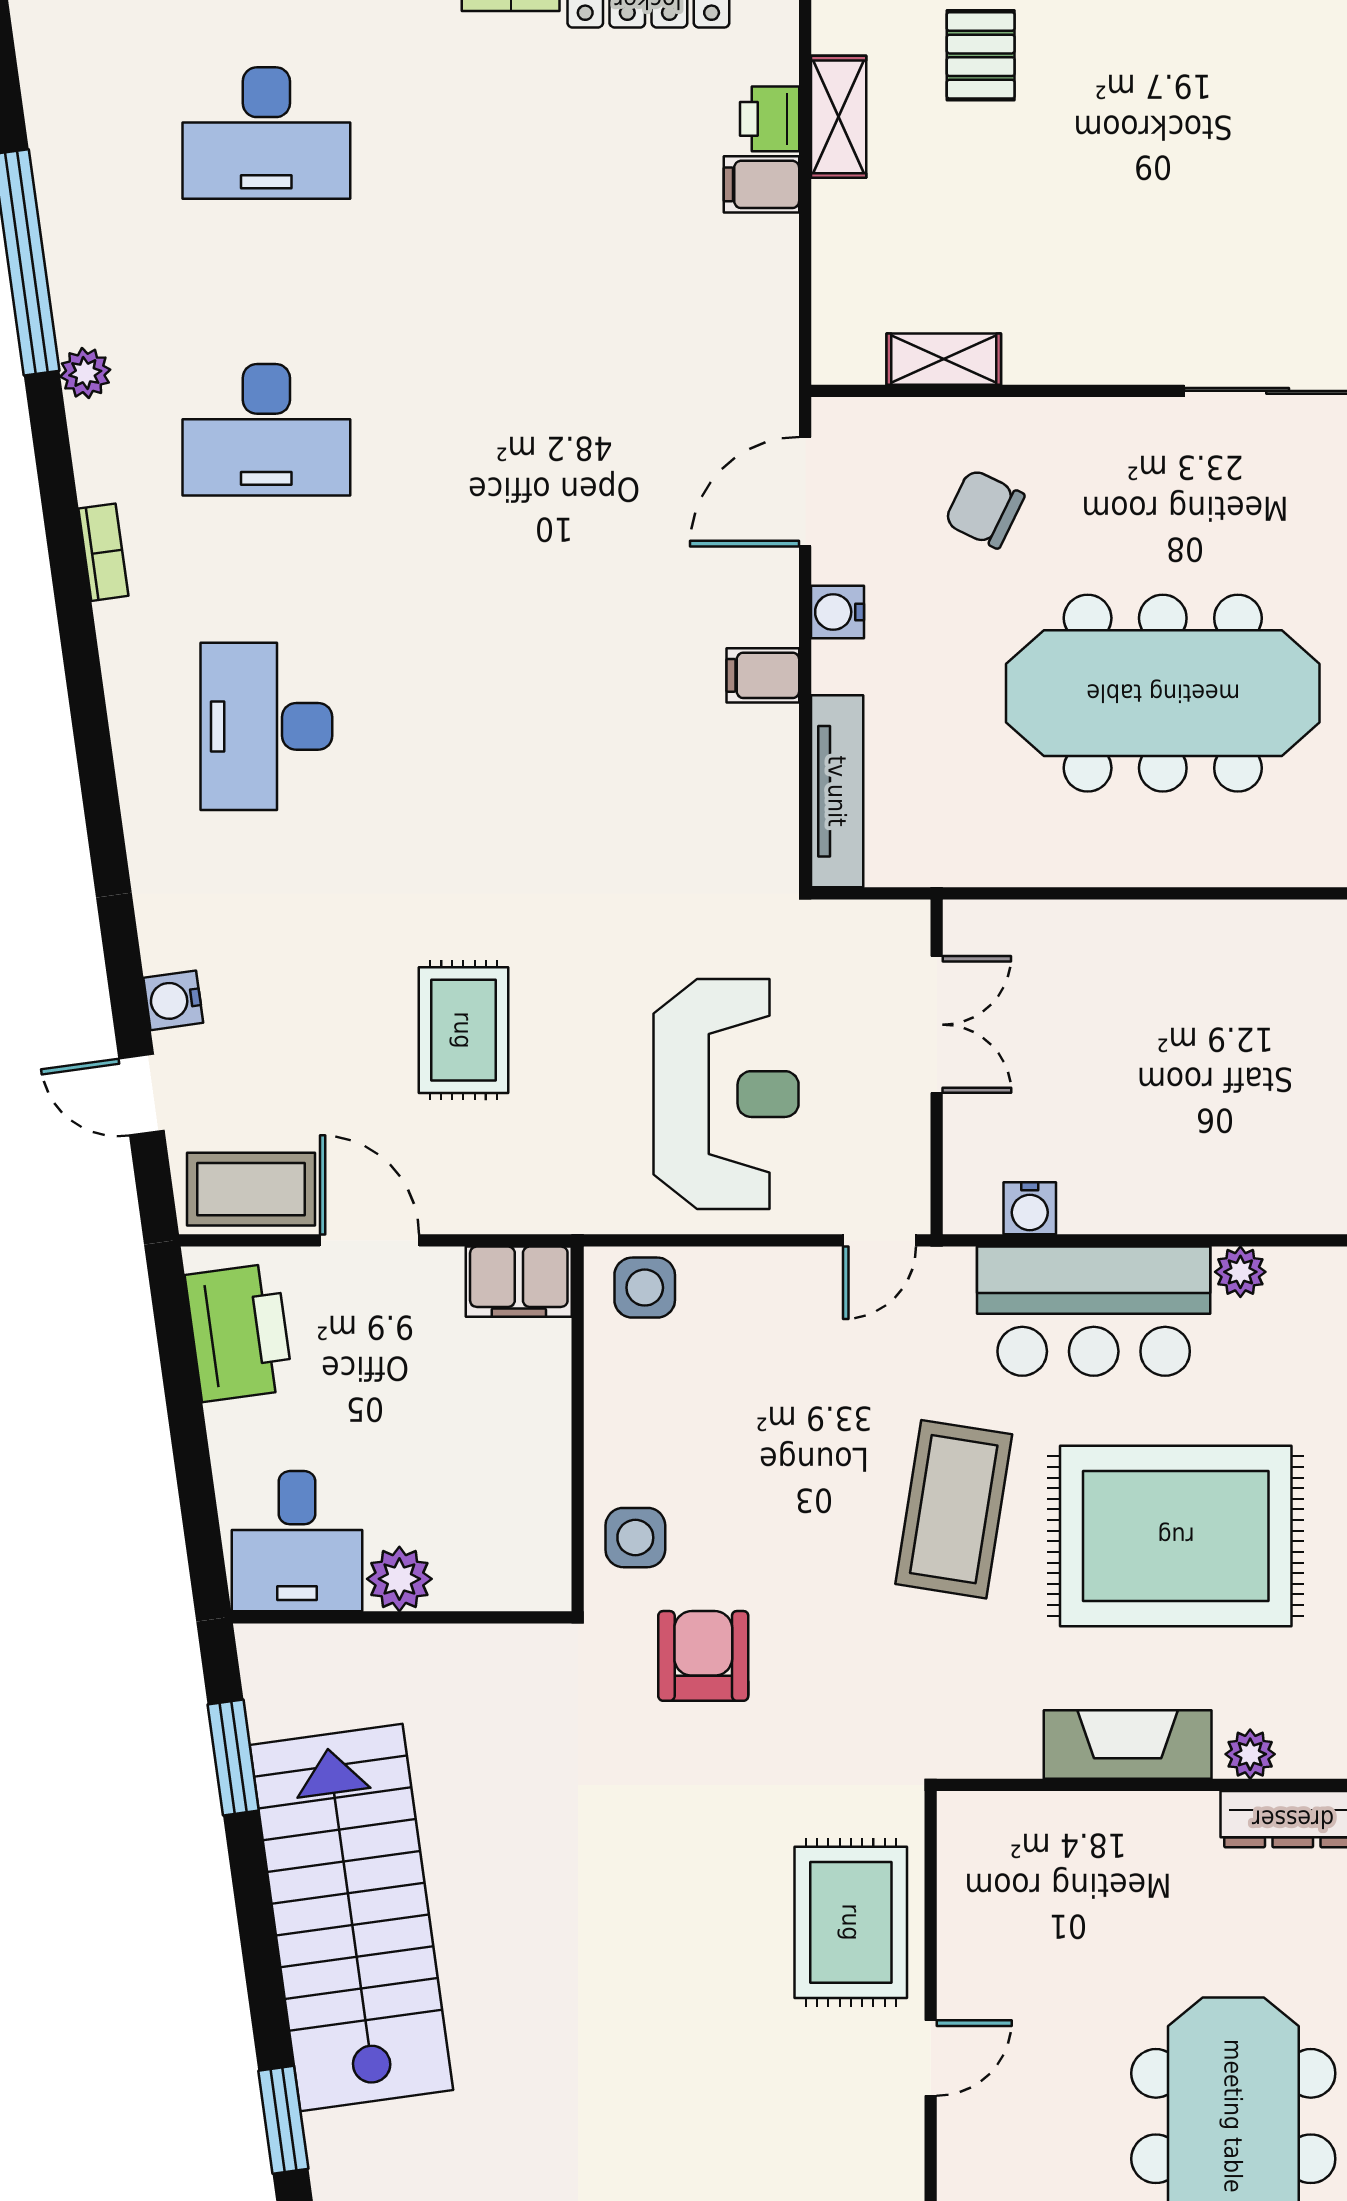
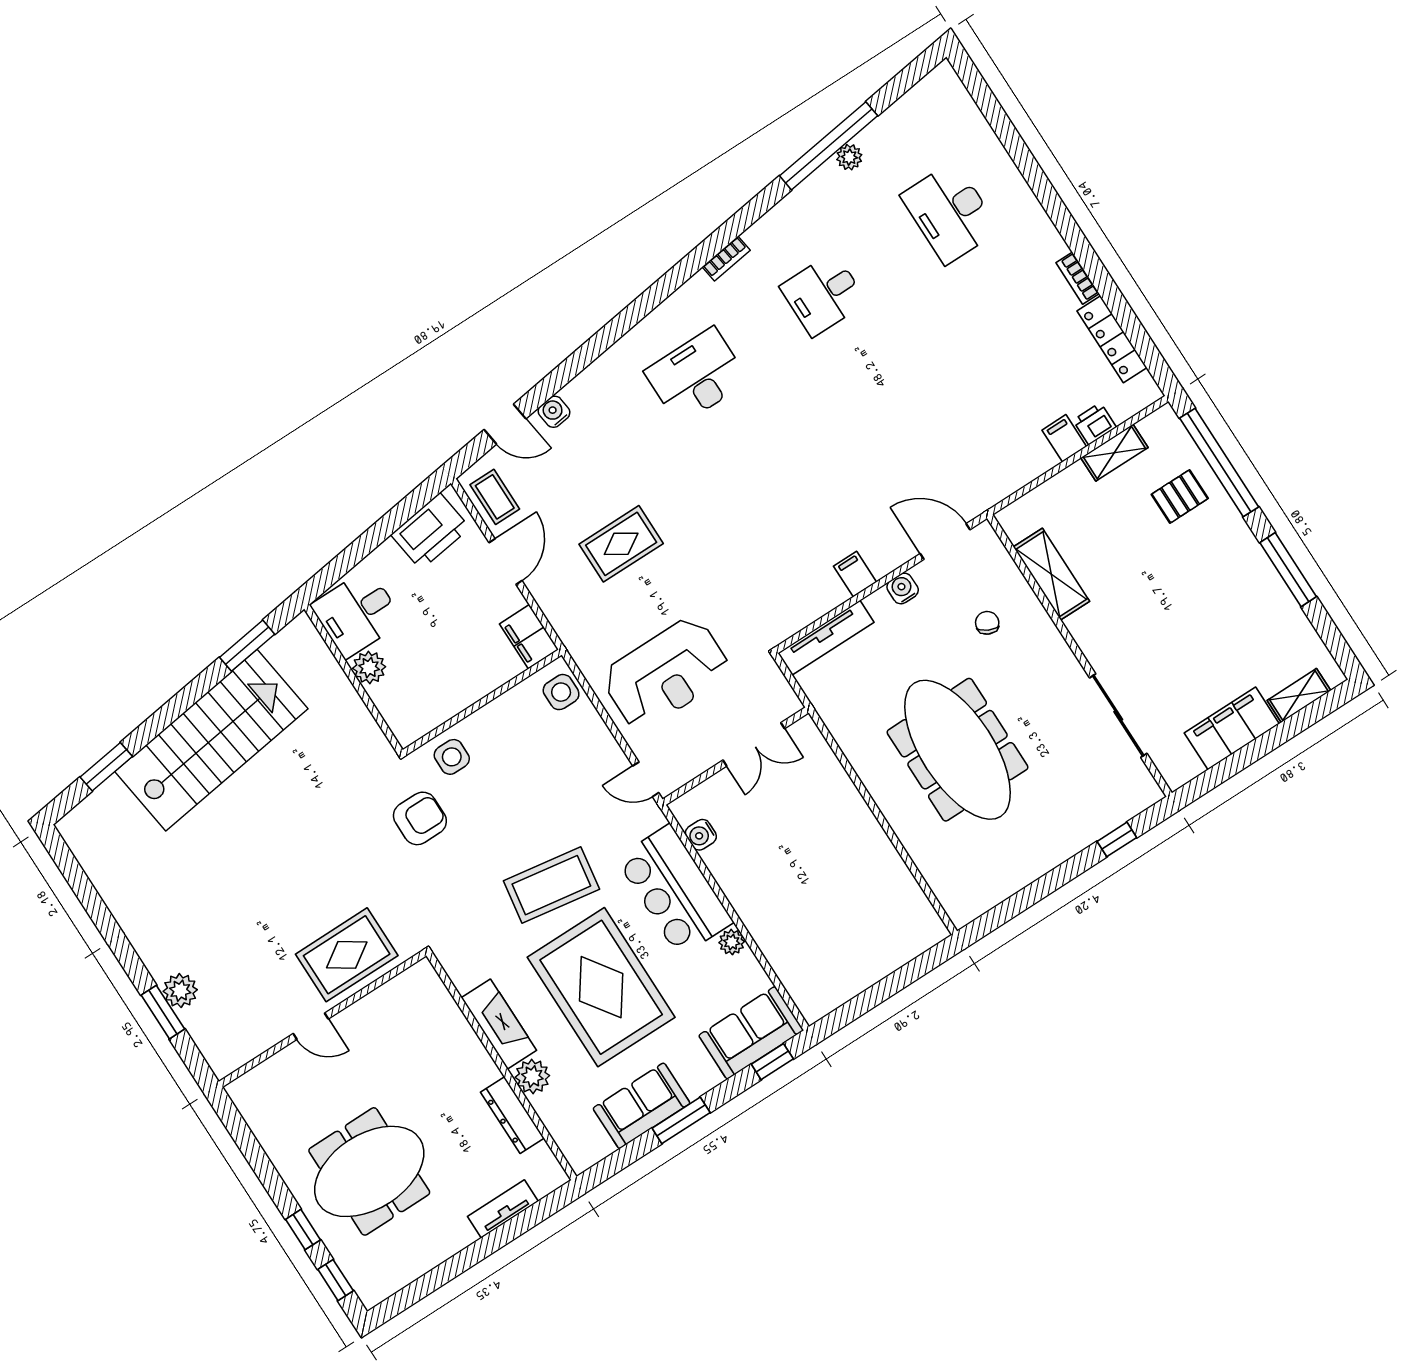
shelving: (944, 359) -> (1051, 574), width x1.50, depth x1.33
plant: (85, 373) -> (849, 157), moved
desk: (266, 430) -> (823, 294), width x0.73
chair: (984, 509) -> (987, 623), width x0.73, depth x0.73
door: (141, 1095) -> (505, 424), swing flipped
coffee table: (251, 1189) -> (495, 497), width x0.73, depth x0.77
plant: (1250, 1754) -> (532, 1077), width x1.38, depth x1.38

